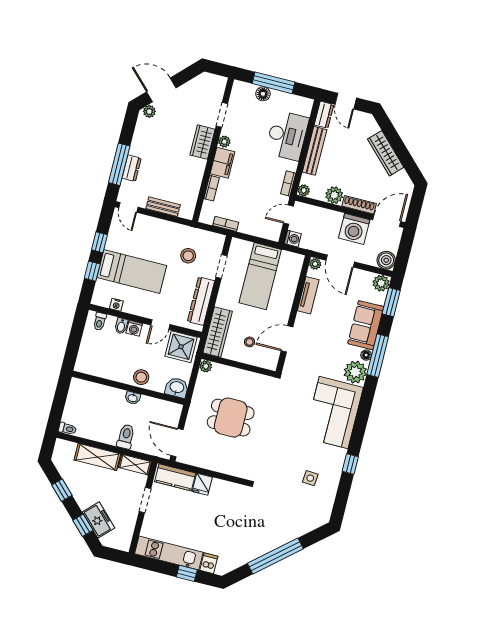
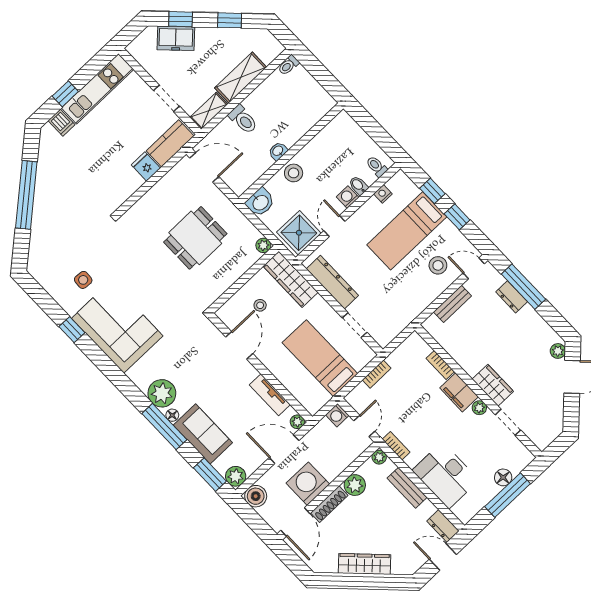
bench: (315, 151) -> (407, 488), width x0.73
bookcase: (226, 224) -> (377, 374), moved
stool: (188, 256) -> (438, 265), moved
corner sofa: (334, 413) -> (117, 327), moved

